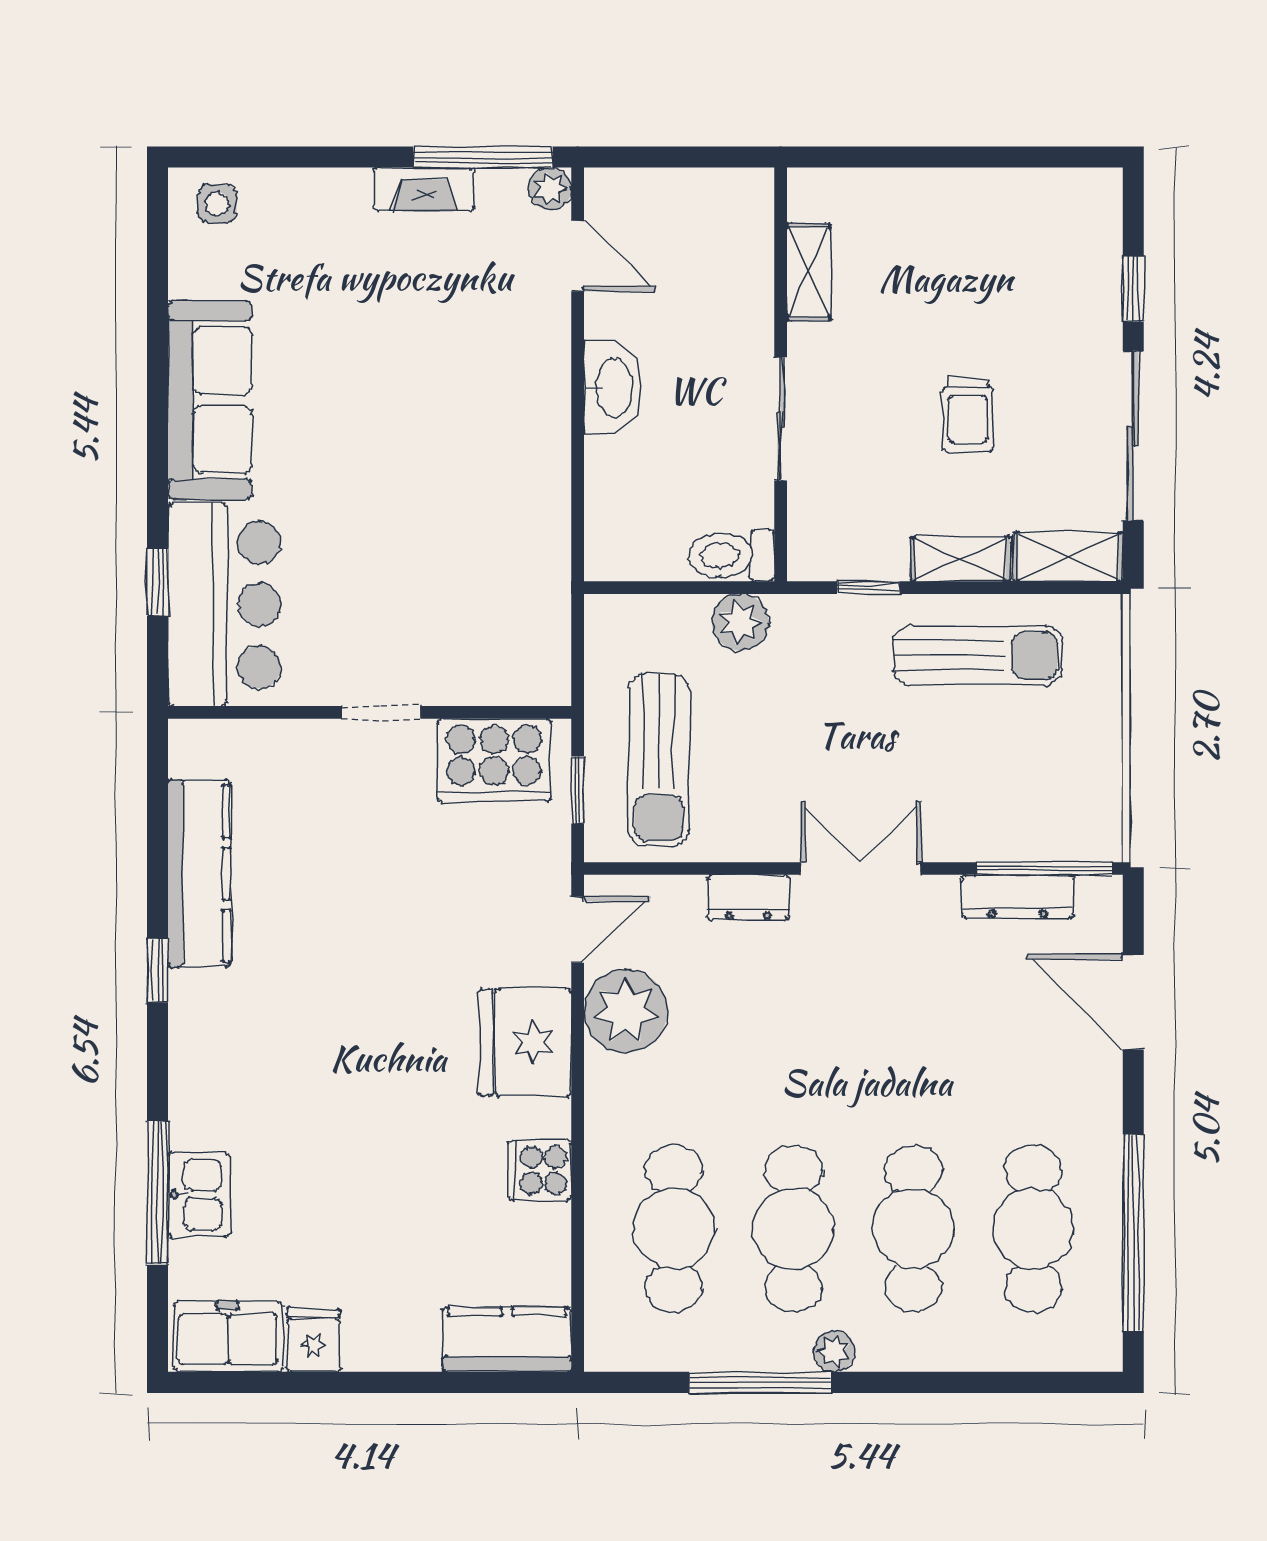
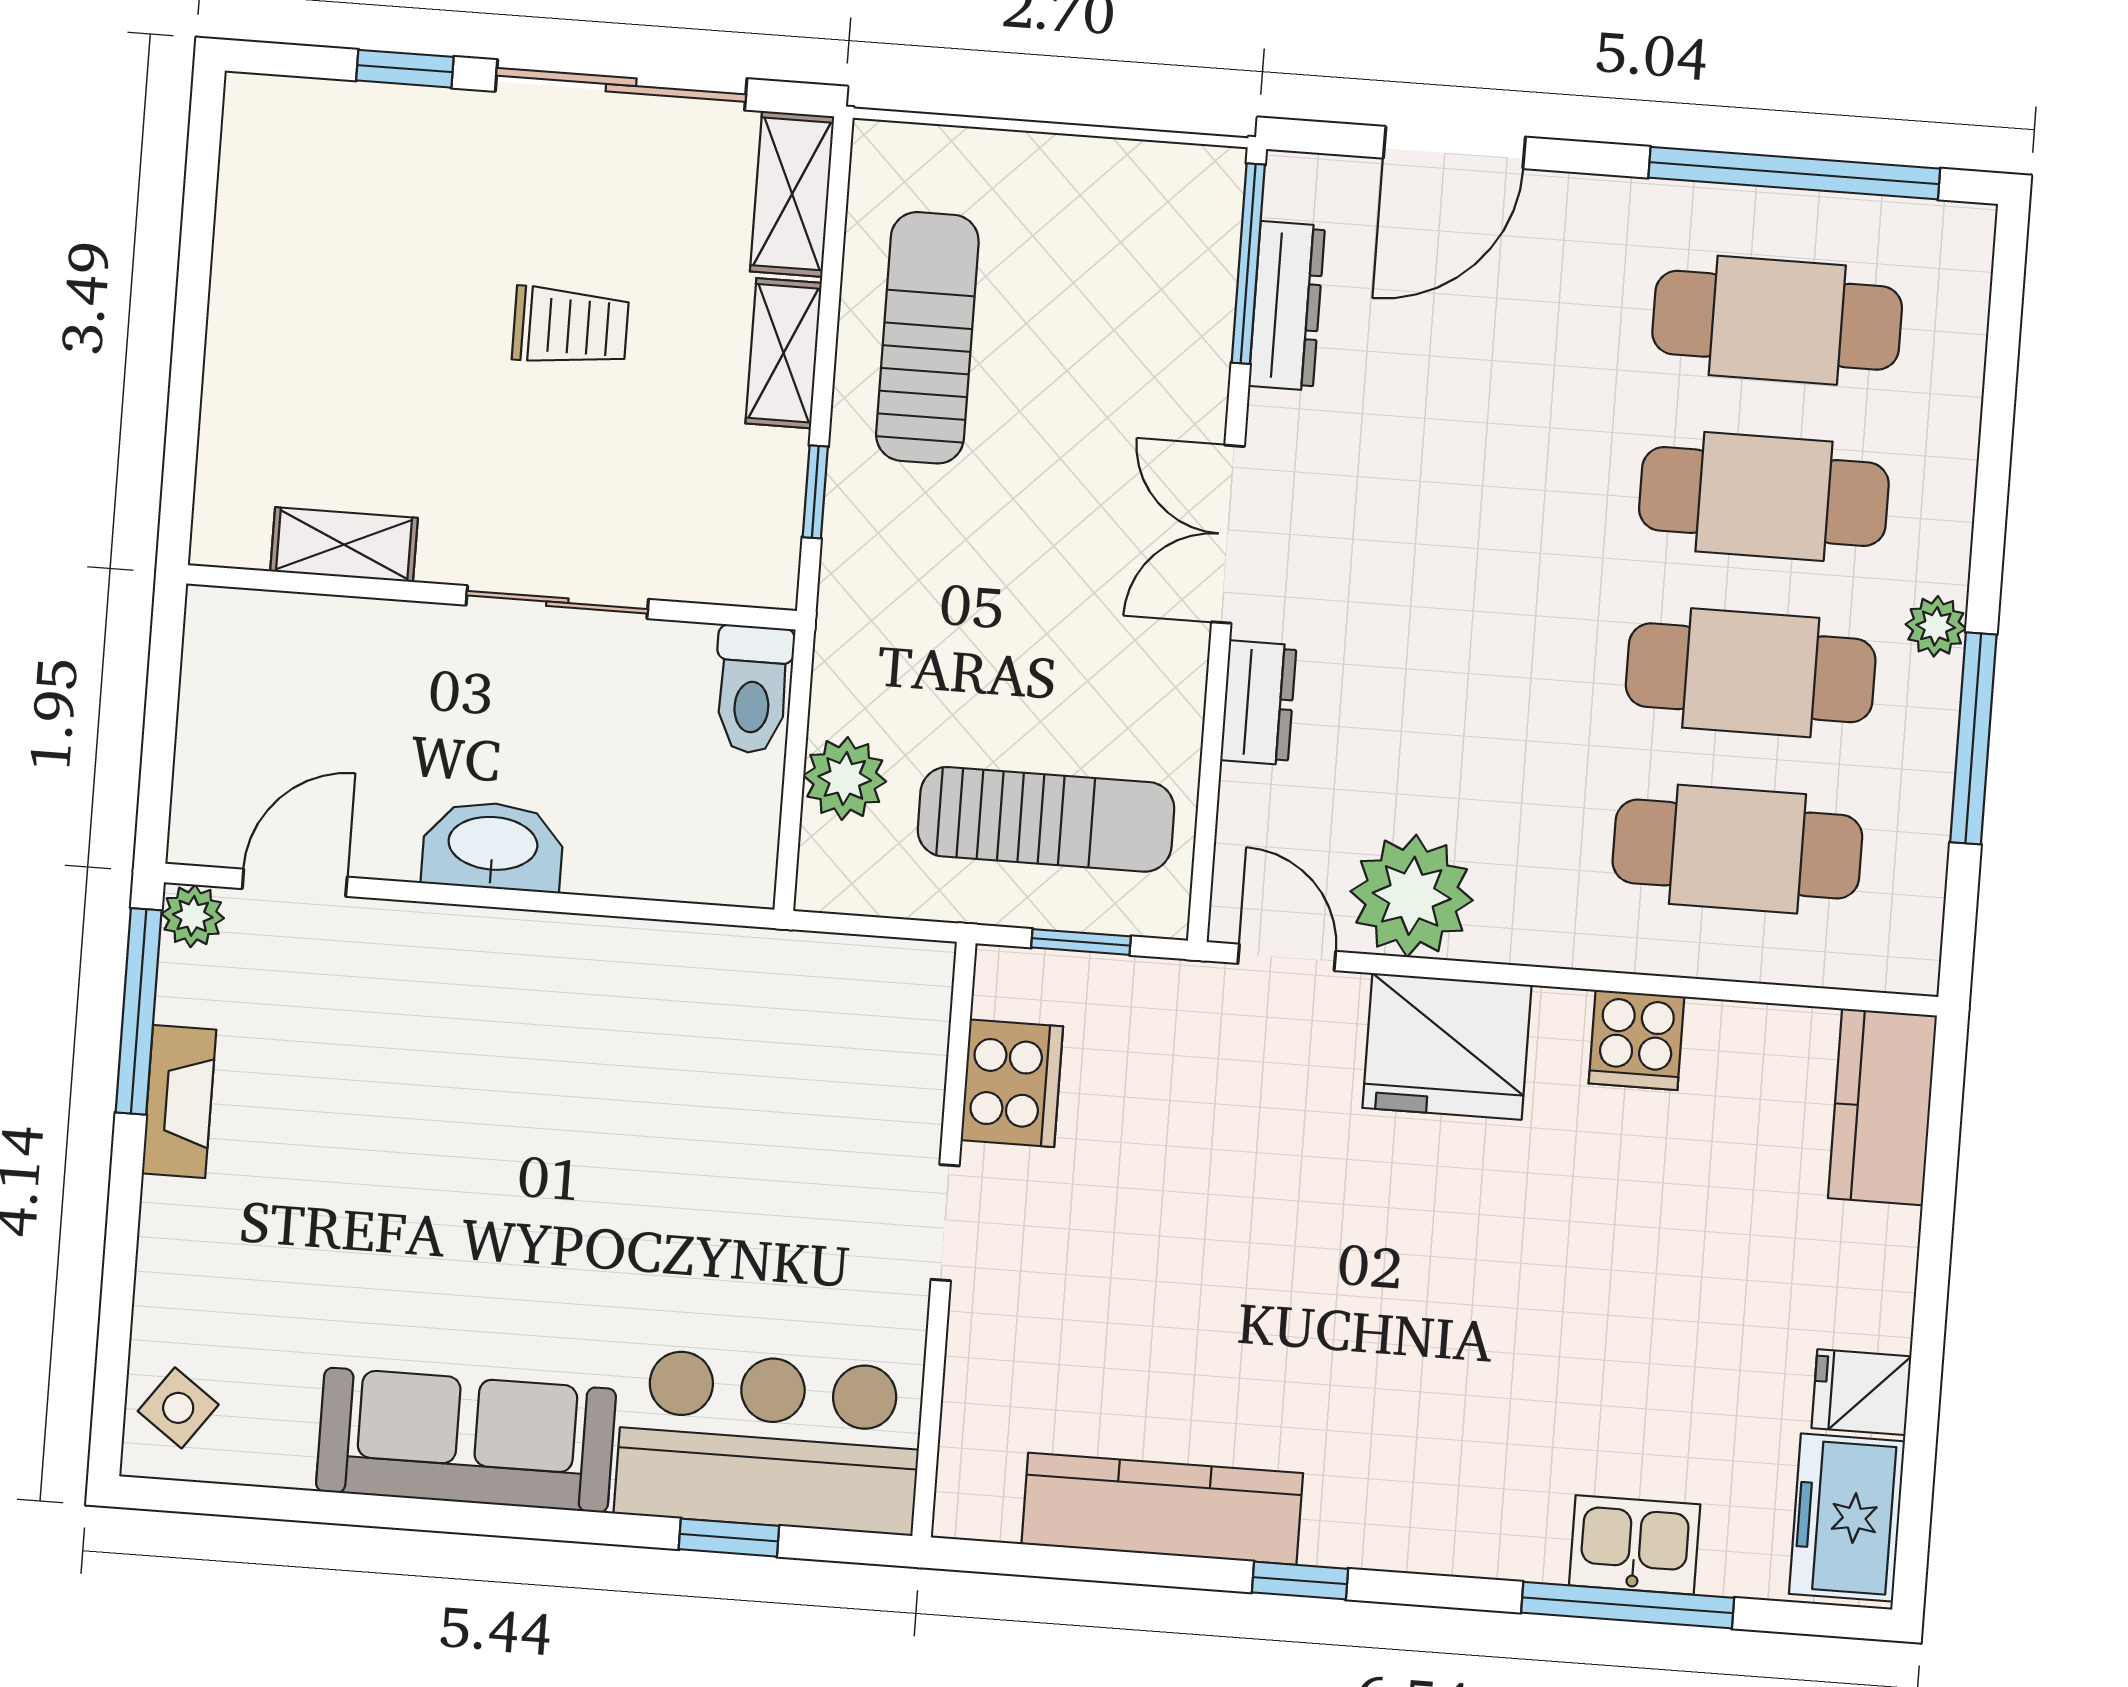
side table: (217, 204) -> (178, 1408), turned 32
plant: (740, 622) -> (845, 778), moved
cooker: (494, 760) -> (1012, 1083), width x0.73, depth x0.76

